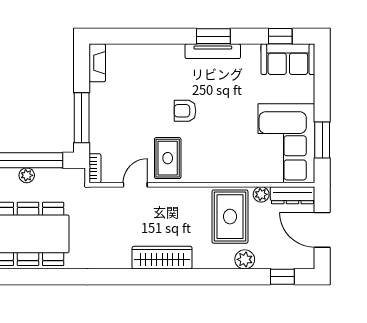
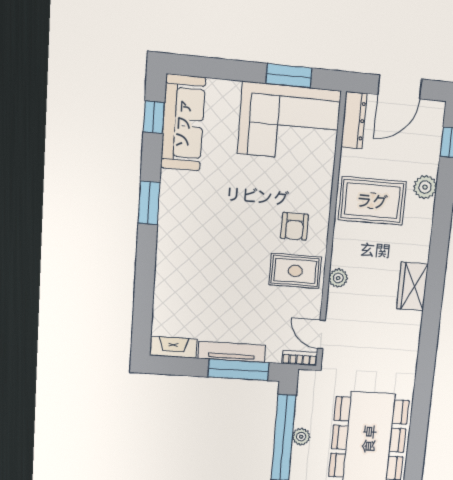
tv unit: (213, 51) -> (232, 352), moved, turned -90
sofa: (288, 59) -> (183, 123), width x1.36
armchair: (185, 111) -> (294, 226), moved
door: (135, 185) -> (321, 335), moved
plant: (261, 194) -> (338, 278), moved
wardrobe: (162, 258) -> (412, 286), width x0.67

